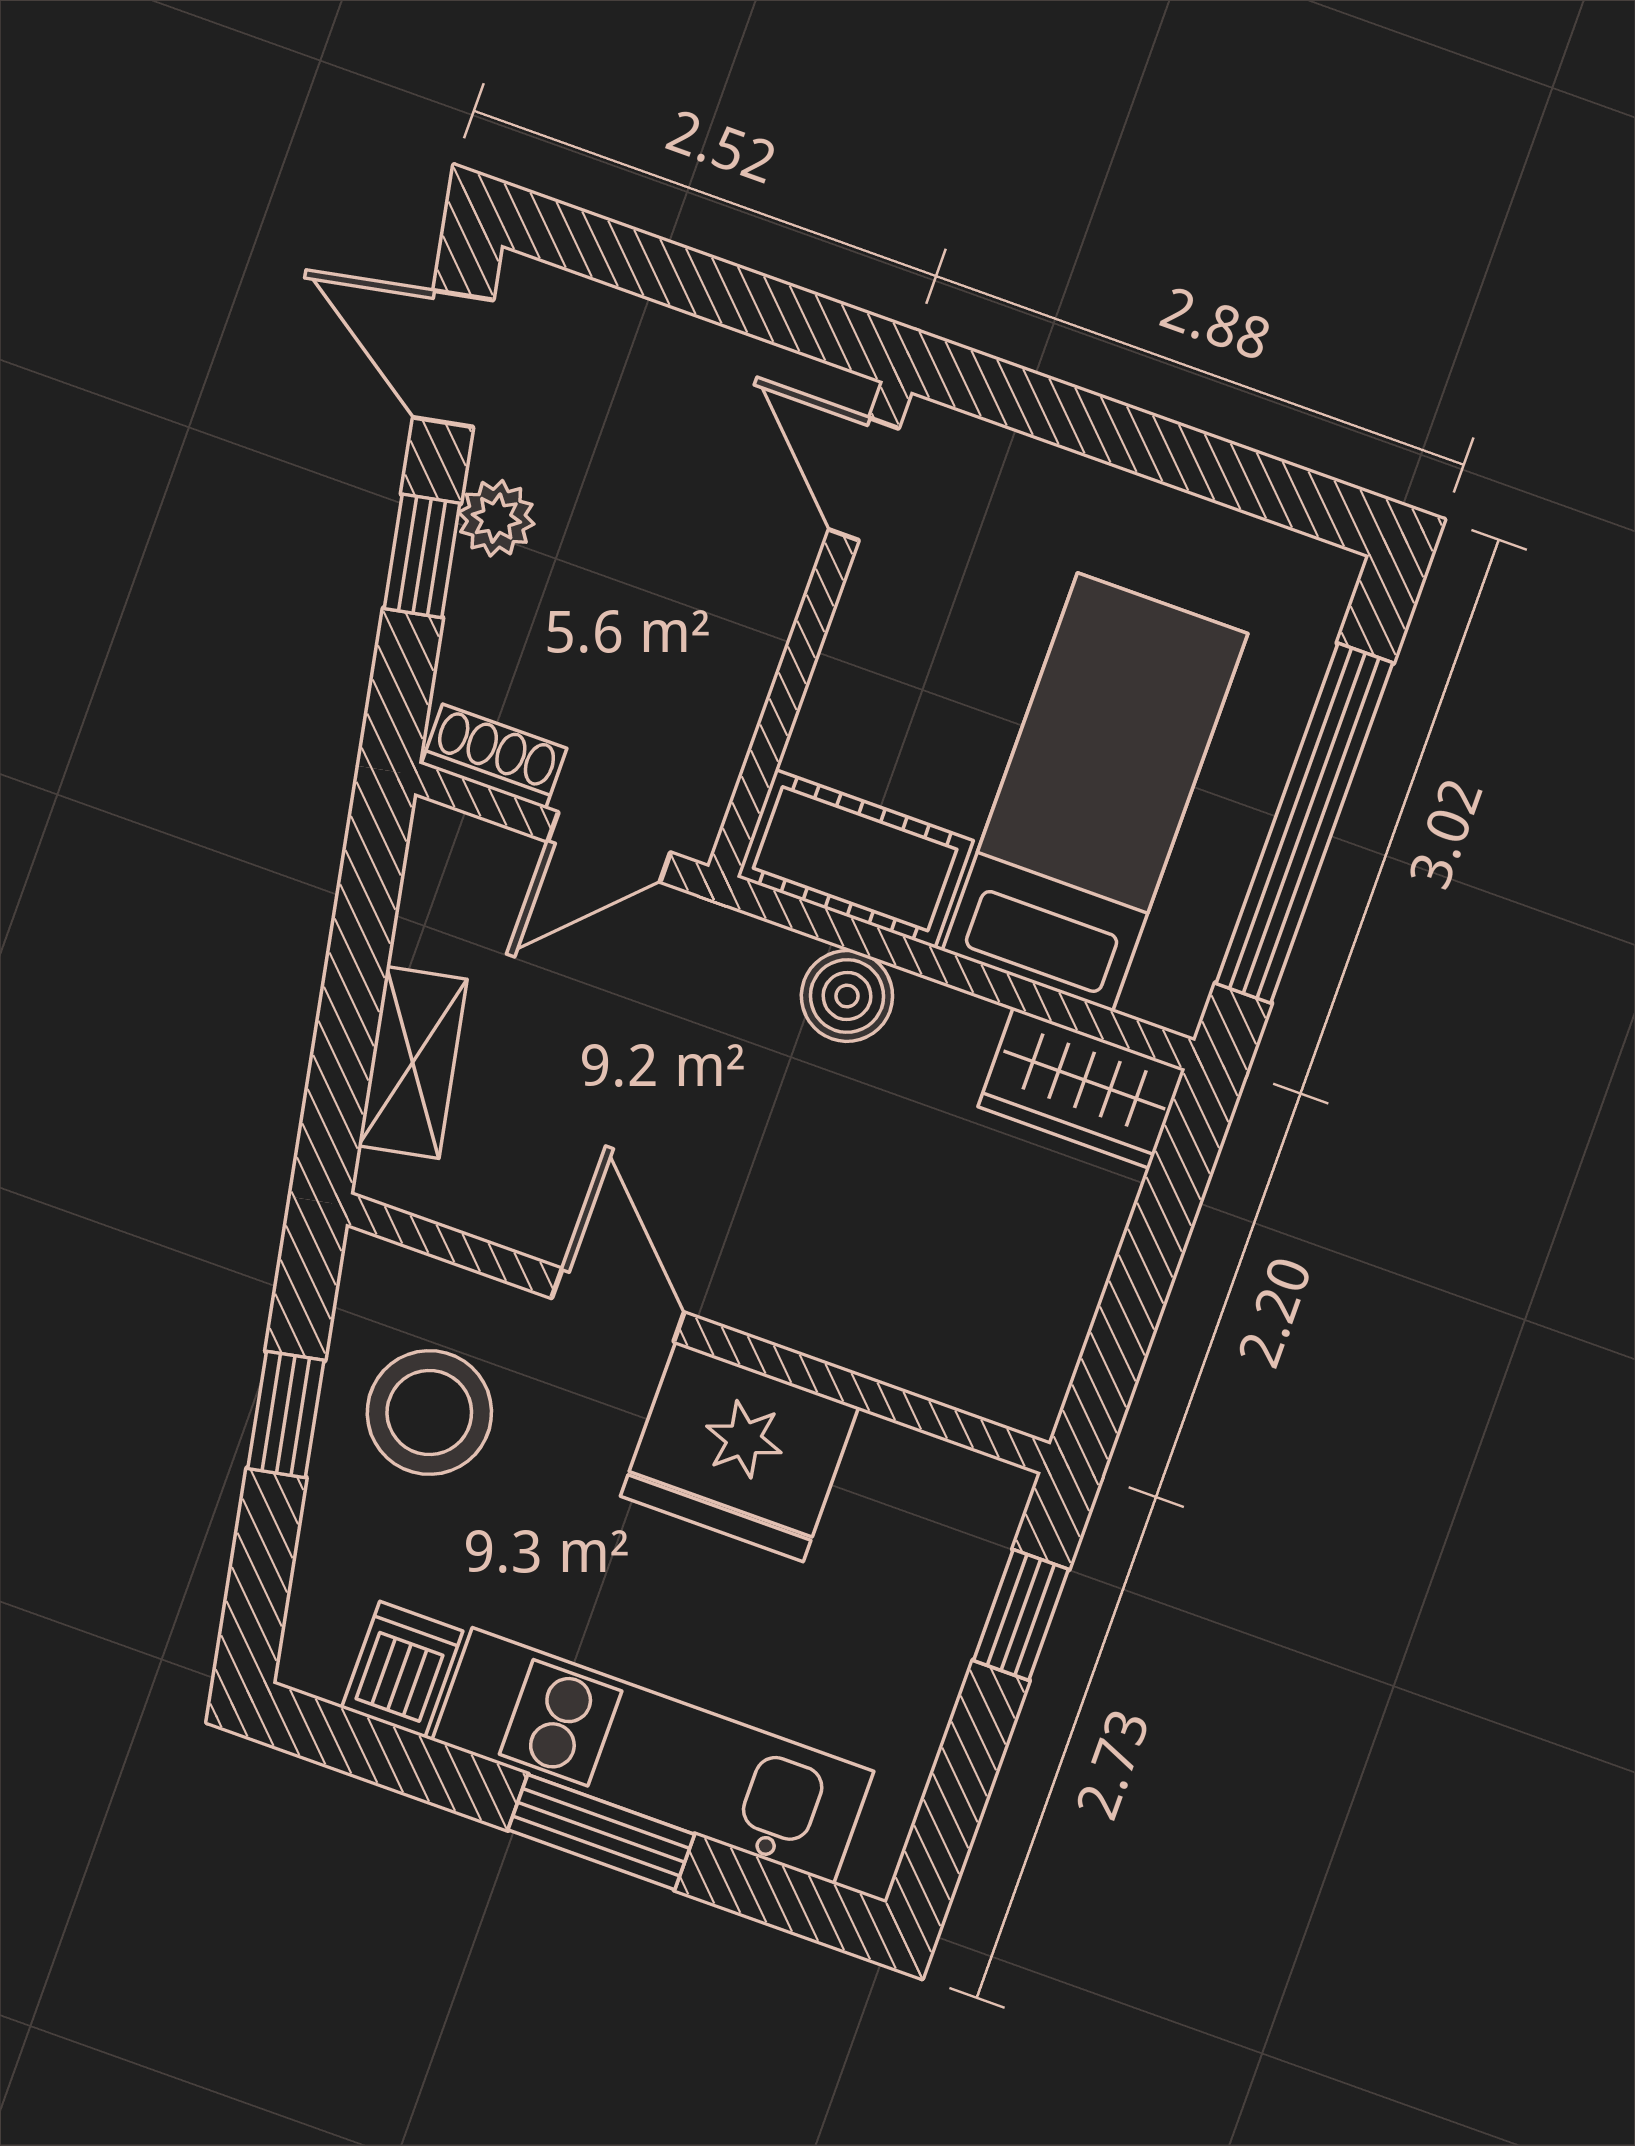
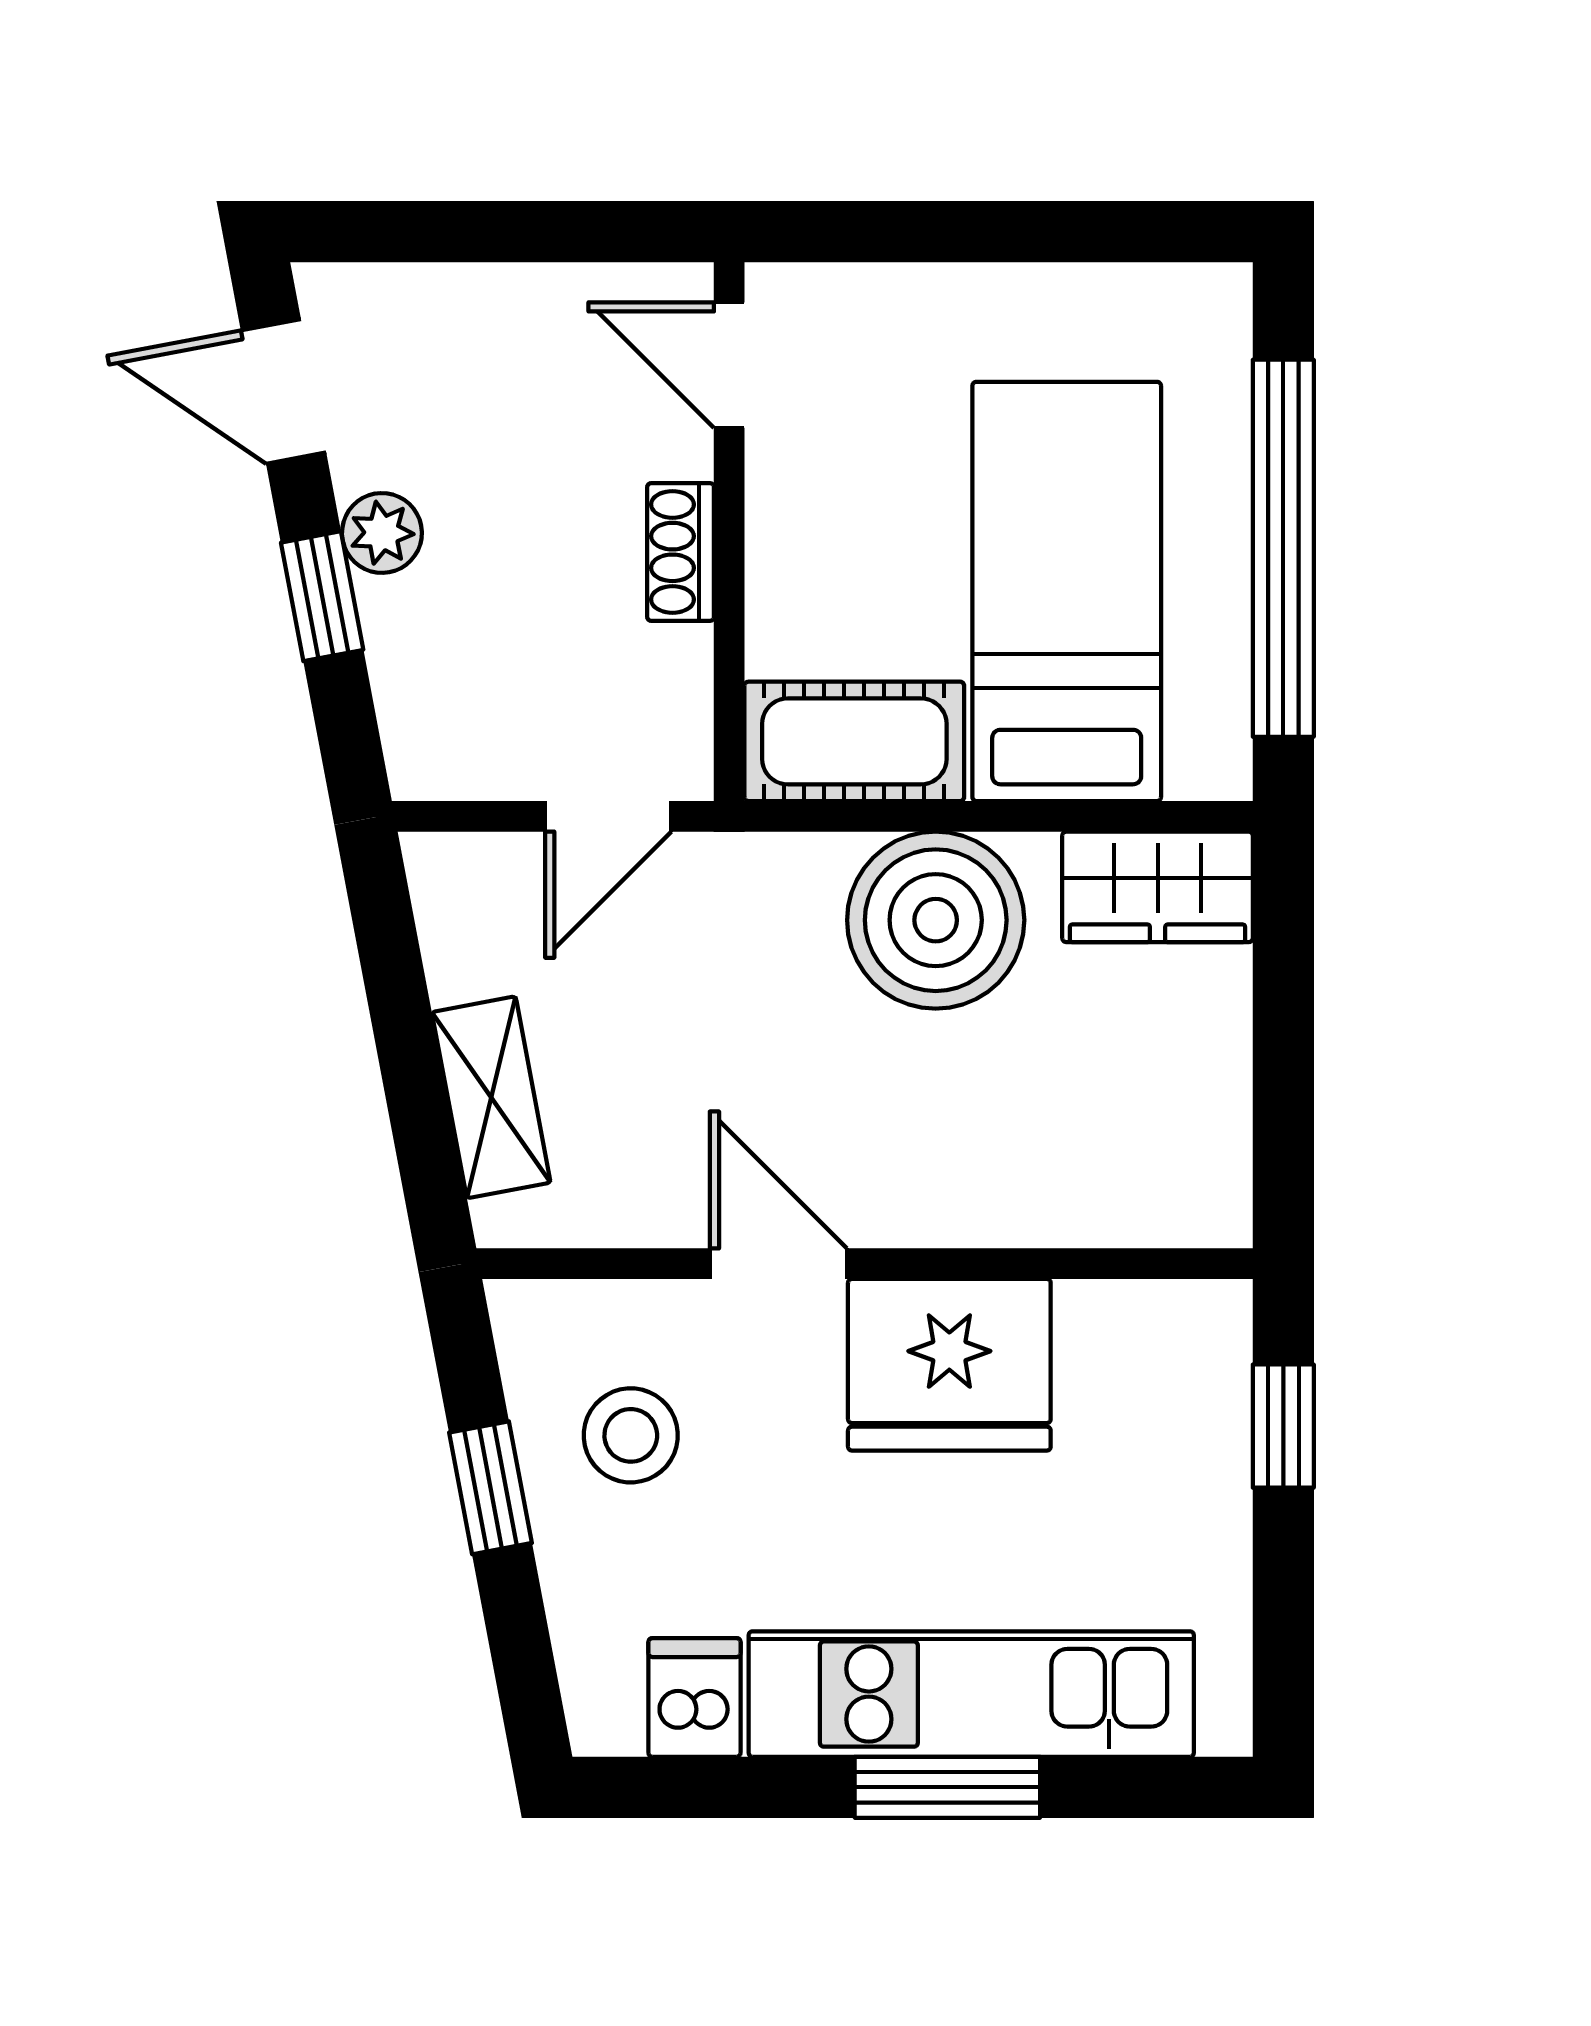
shoe rack: (494, 756) -> (681, 552), moved, turned -90
boiler: (847, 996) -> (936, 920), width x1.86, depth x1.86
stool: (429, 1412) -> (631, 1435), width x0.73, depth x0.73

